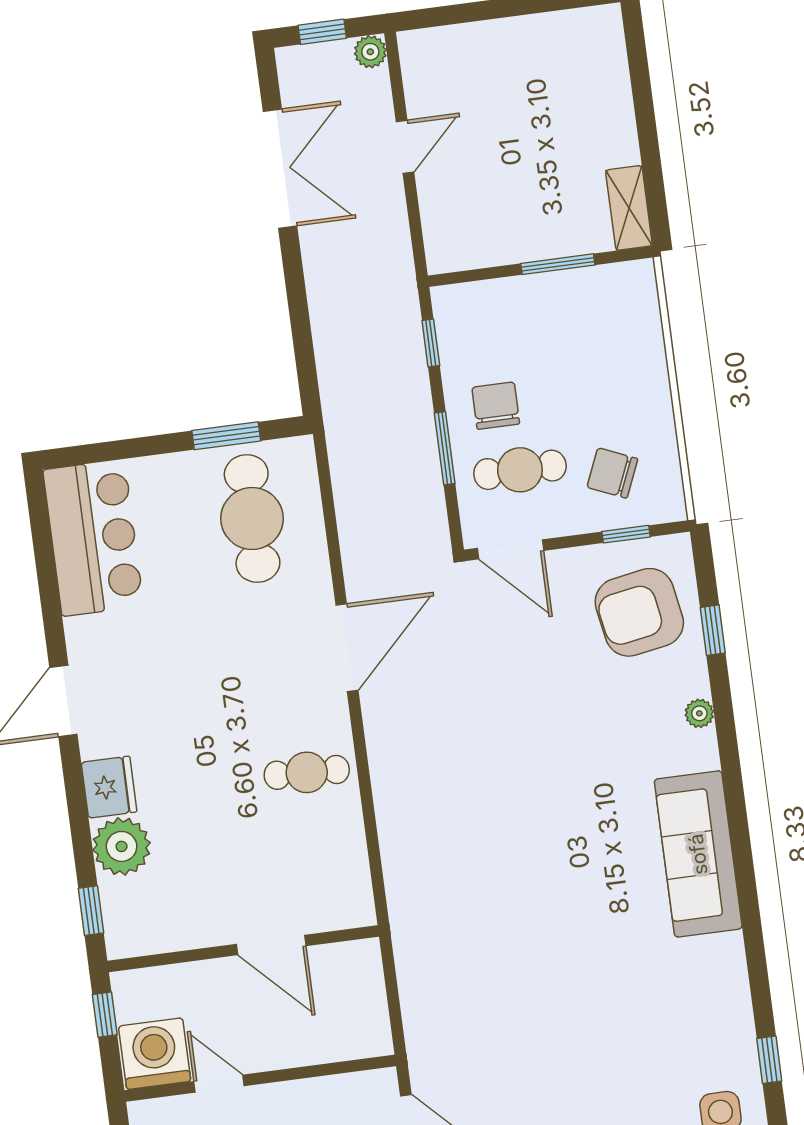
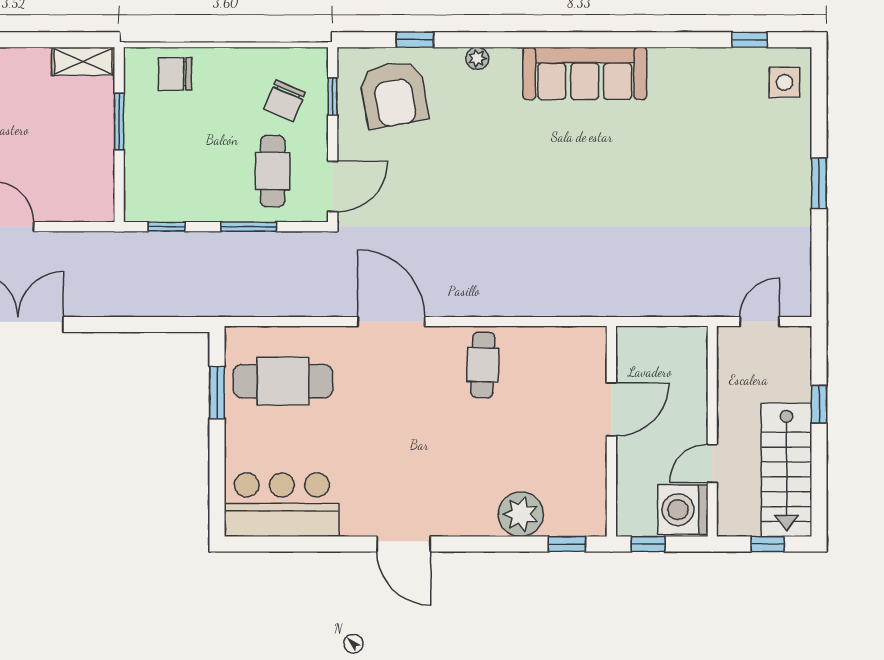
chair: (496, 406) -> (175, 74), moved
fridge: (109, 787) -> (474, 518), removed

